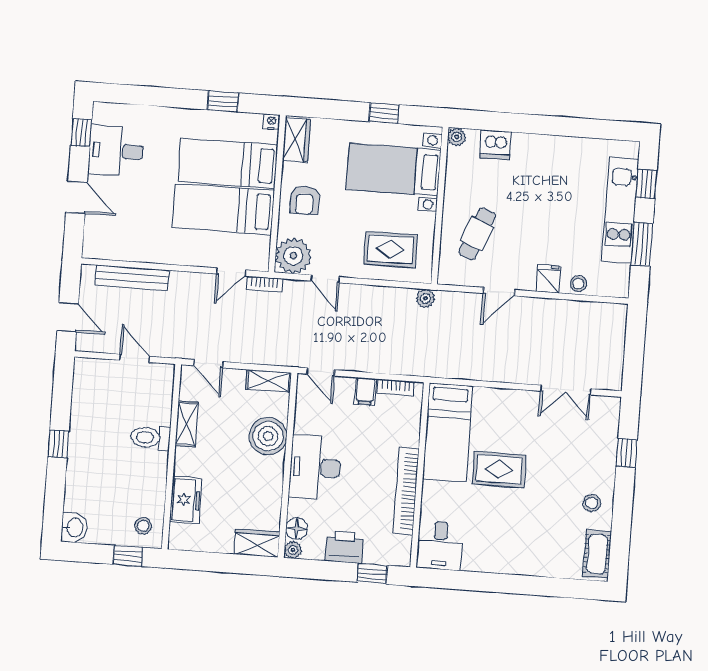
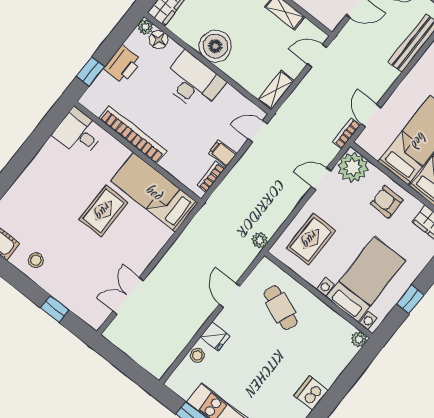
dishwasher: (495, 145) -> (311, 393), moved
boiler: (268, 436) -> (215, 46), moved

